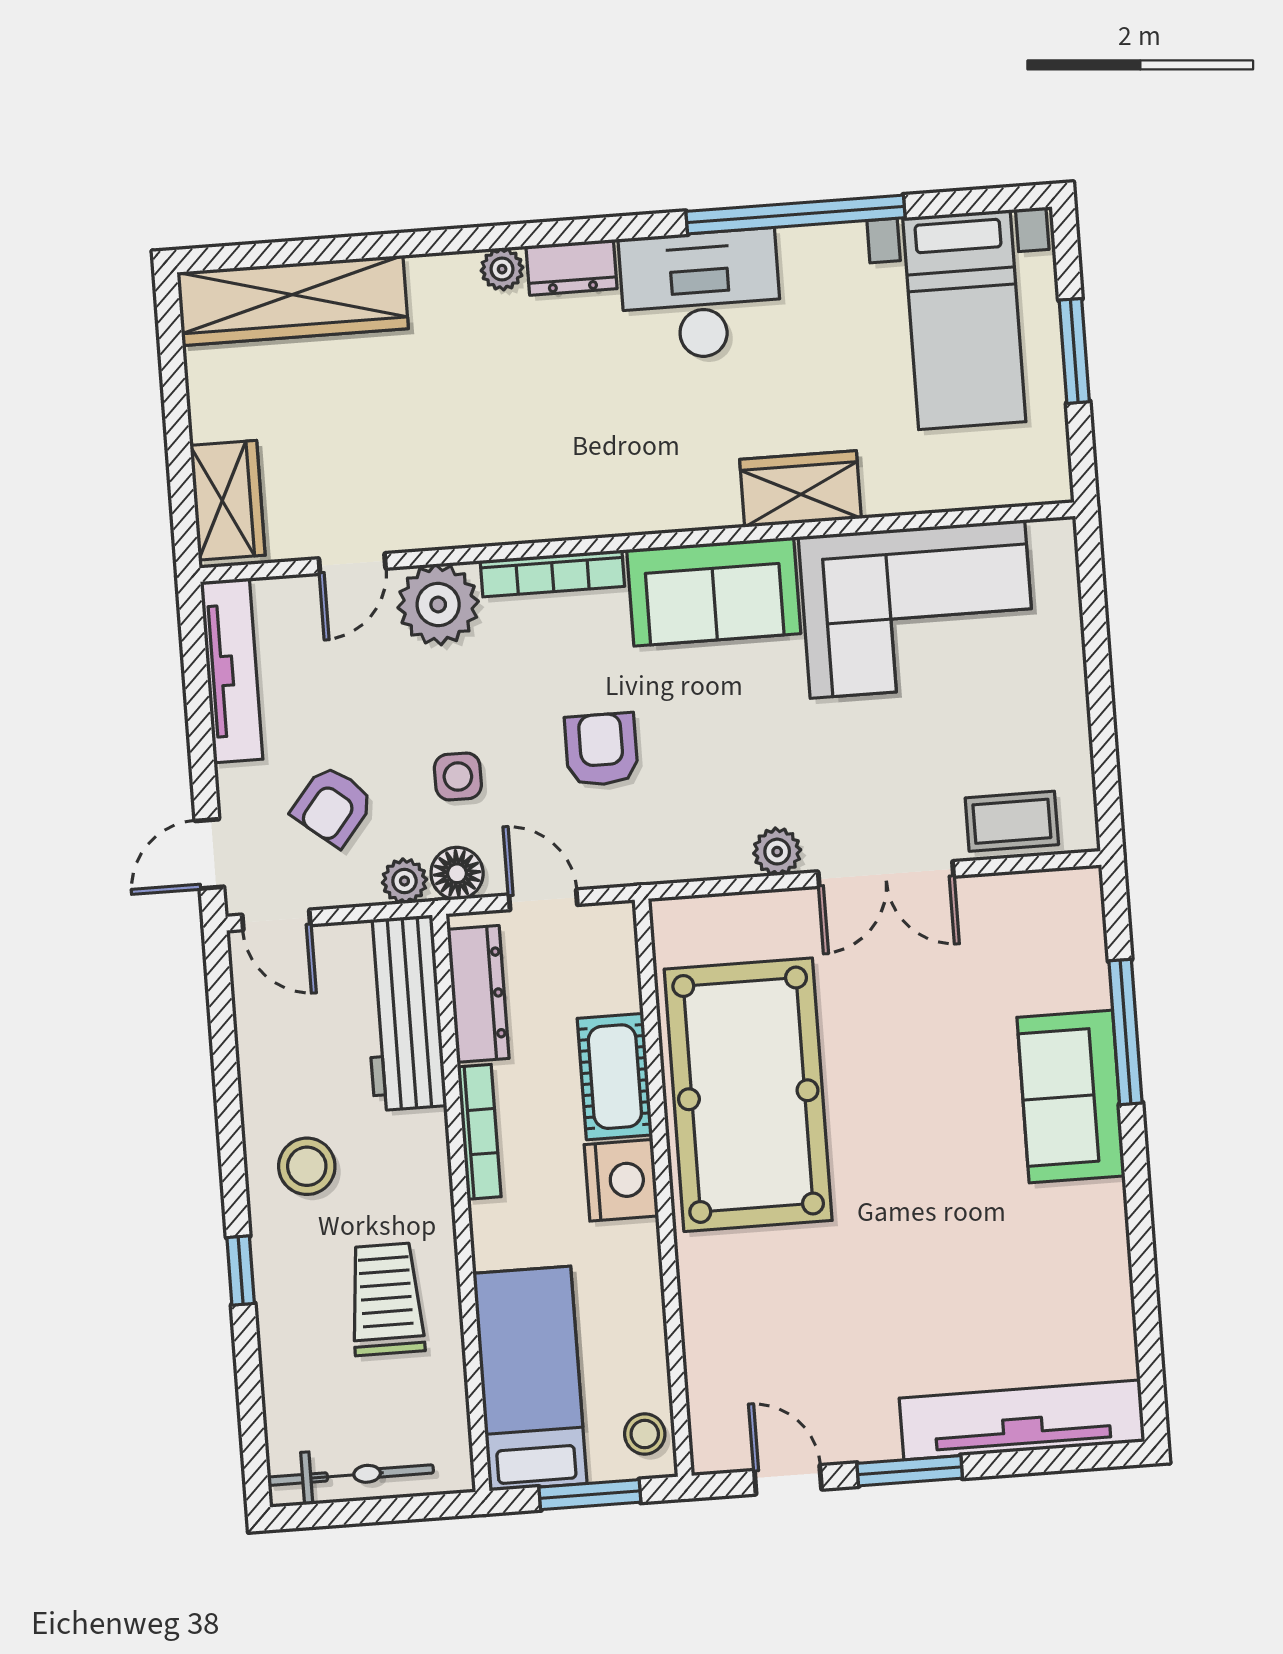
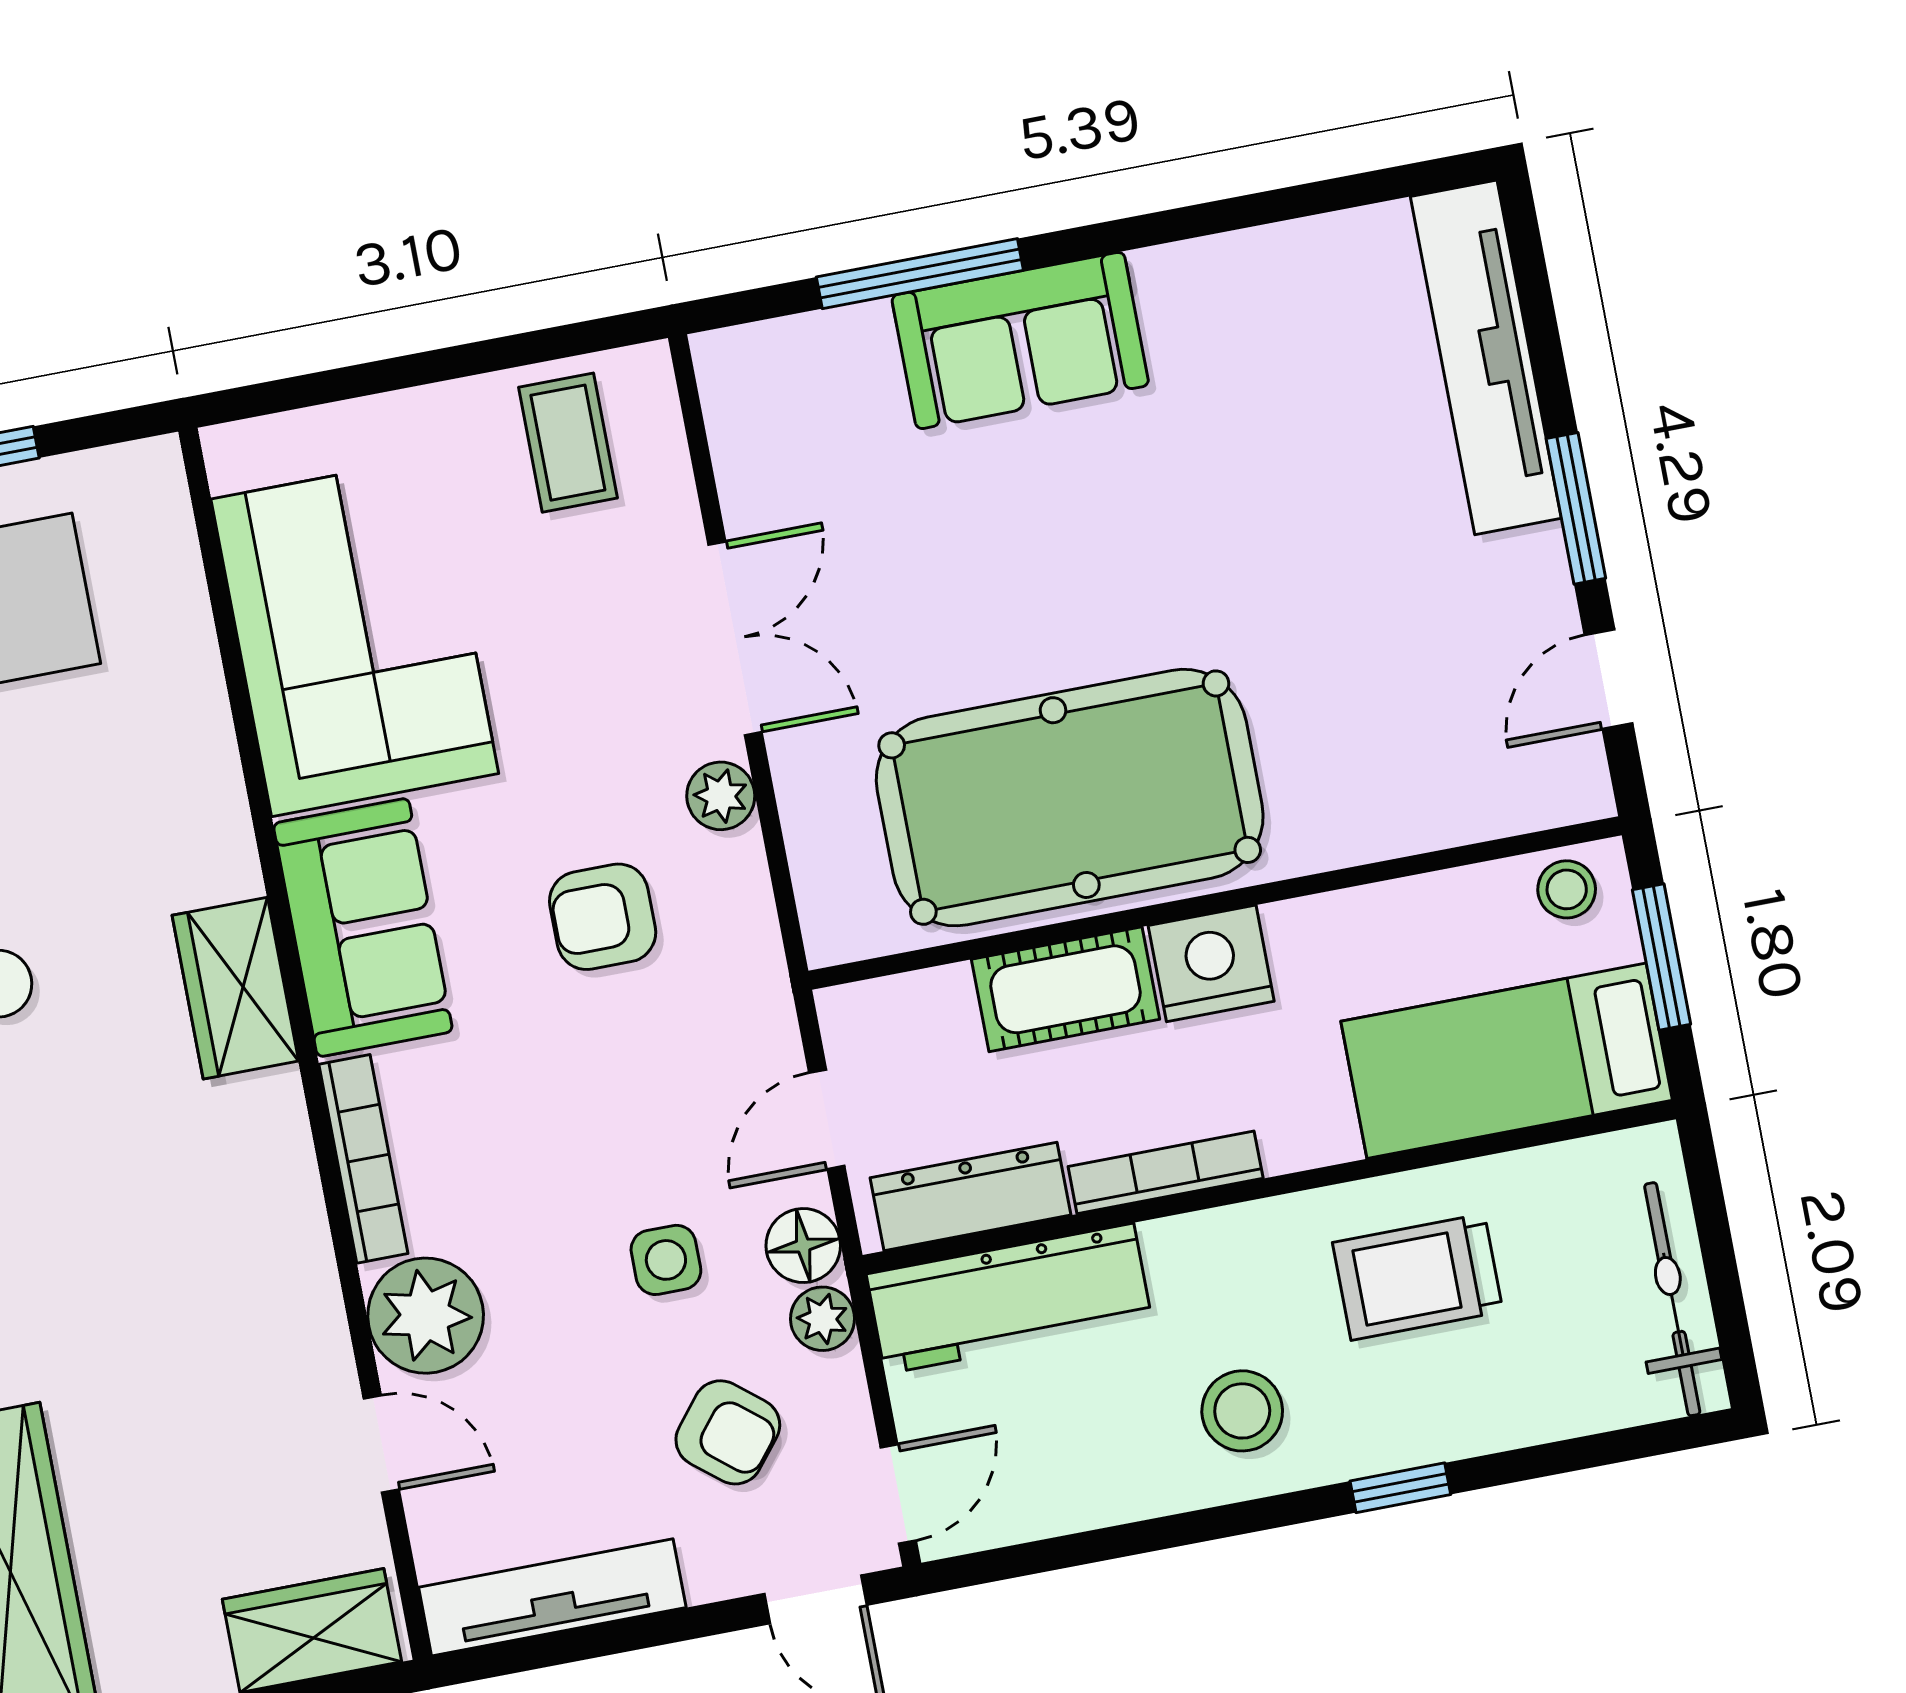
wardrobe: (801, 489) -> (235, 988), moved
armchair: (601, 750) -> (603, 917), moved
coffee table: (1012, 821) -> (568, 443), moved

